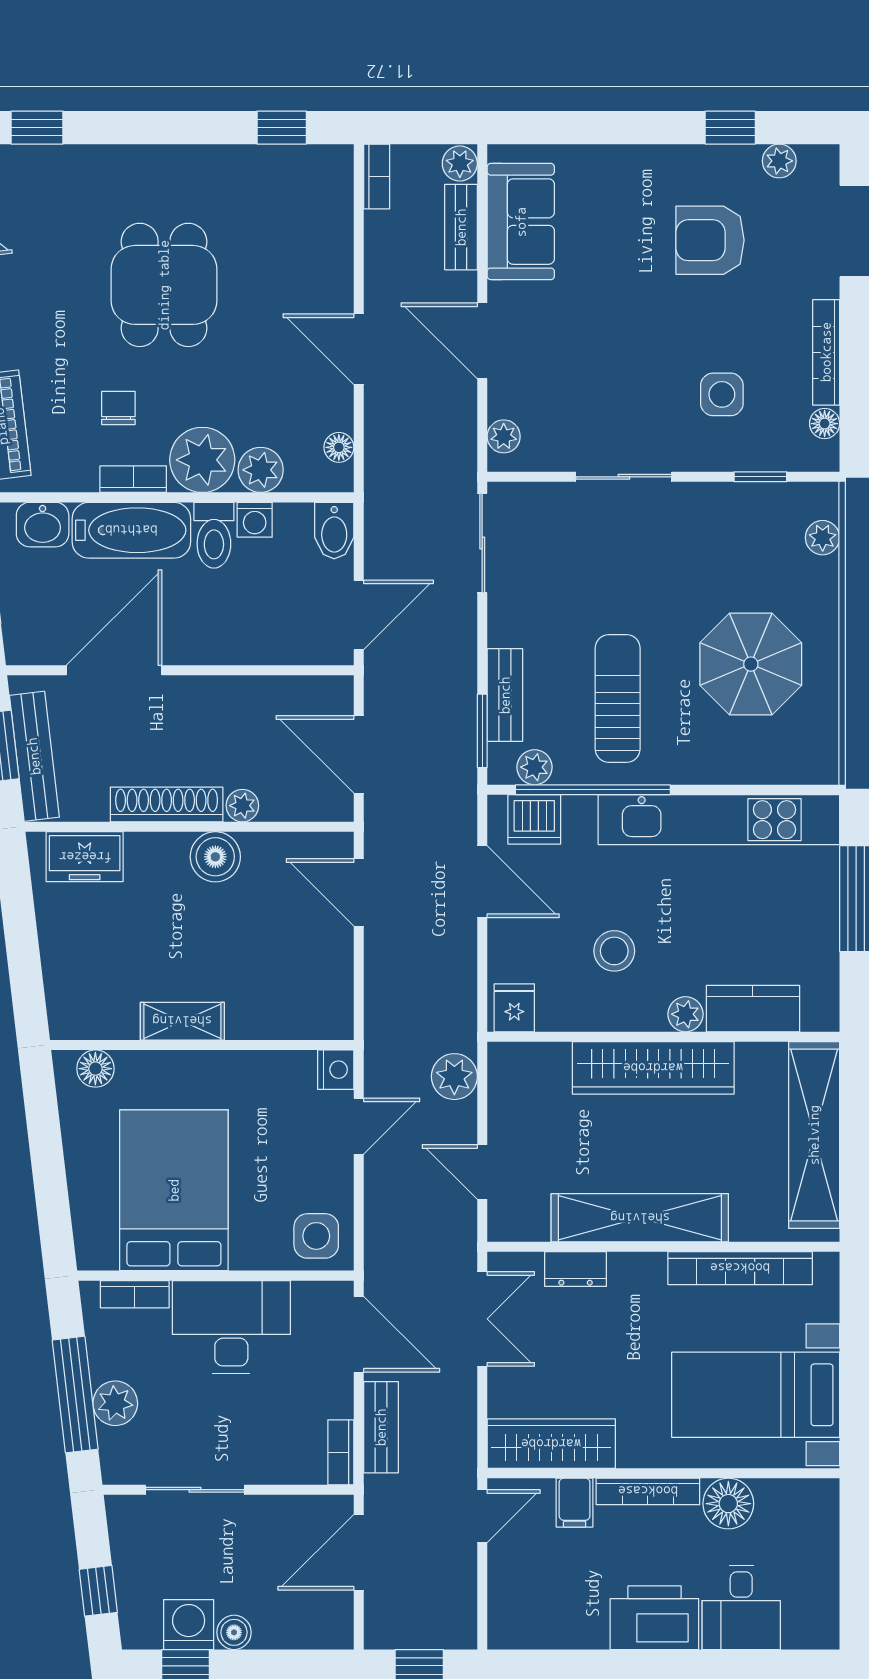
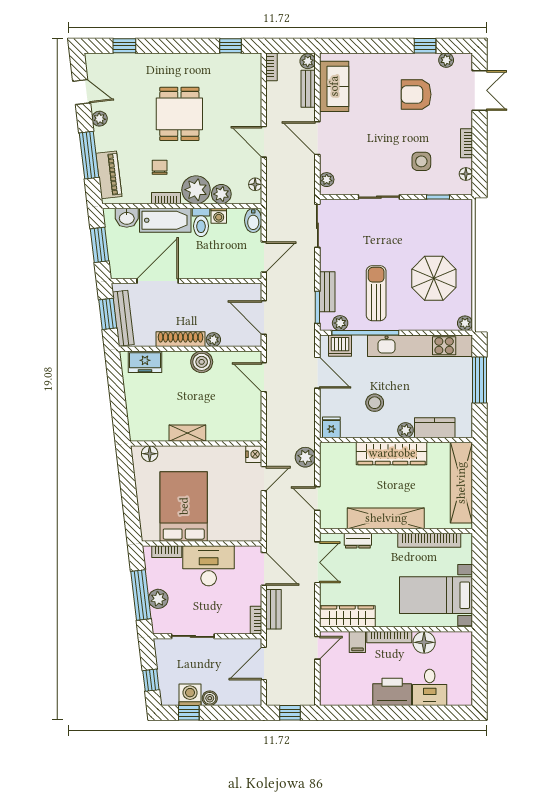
bookcase: (826, 352) -> (467, 143), width x0.64
plant: (823, 538) -> (465, 323), moved
side table: (316, 1236) -> (245, 526), removed

